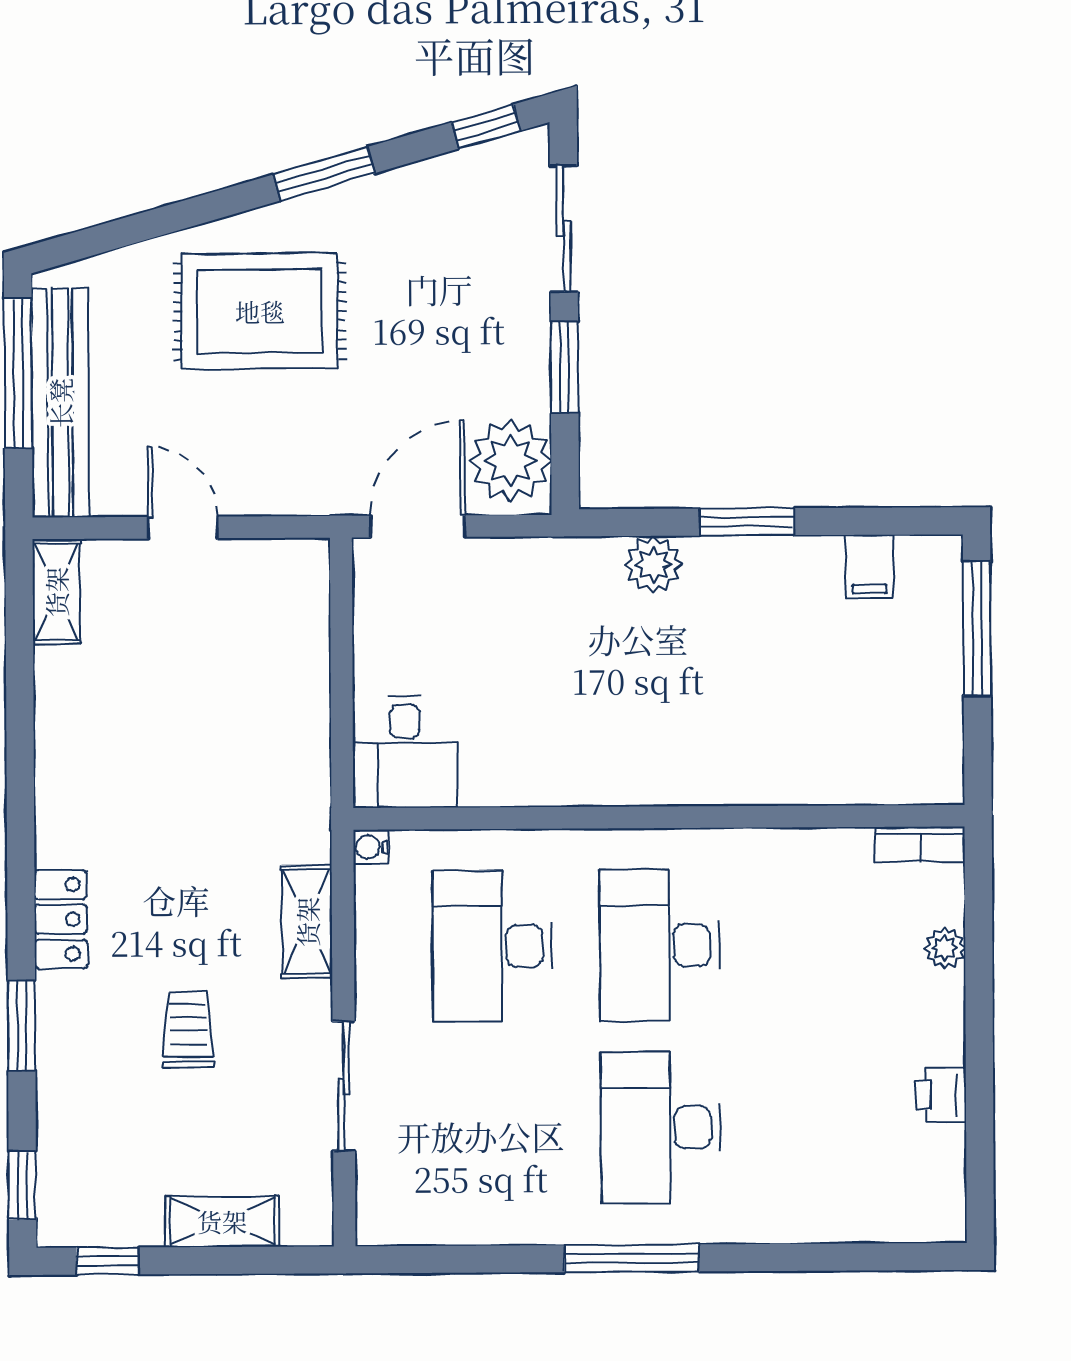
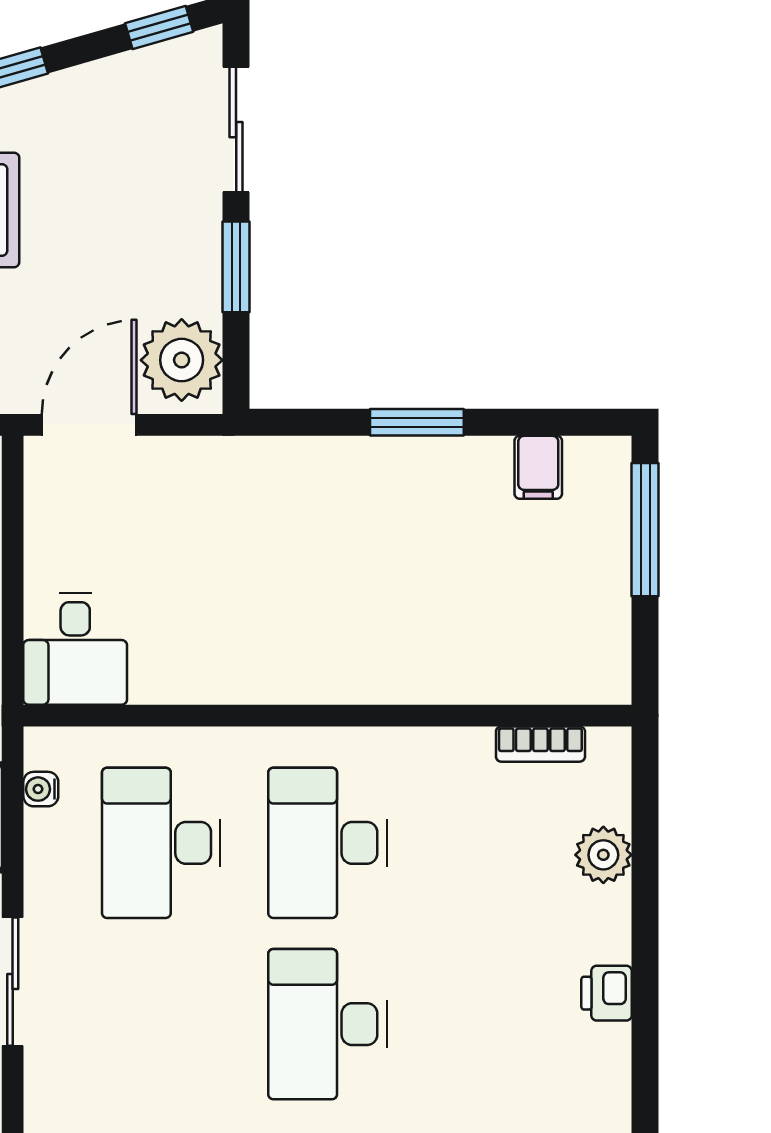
plant: (653, 565) -> (323, 464), removed
bookcase: (920, 845) -> (540, 744), moved
water cooler: (371, 847) -> (41, 789), moved
plant: (945, 948) -> (603, 855), width x1.38, depth x1.38

